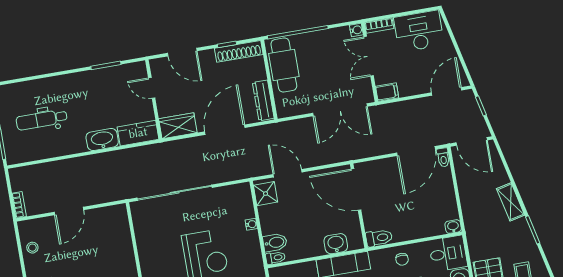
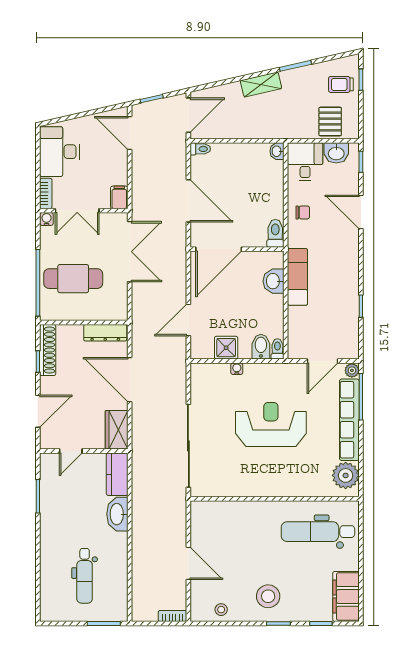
cafe table: (284, 65) -> (73, 279), moved
door: (416, 151) -> (188, 201), moved
shower: (266, 194) -> (226, 348), moved

